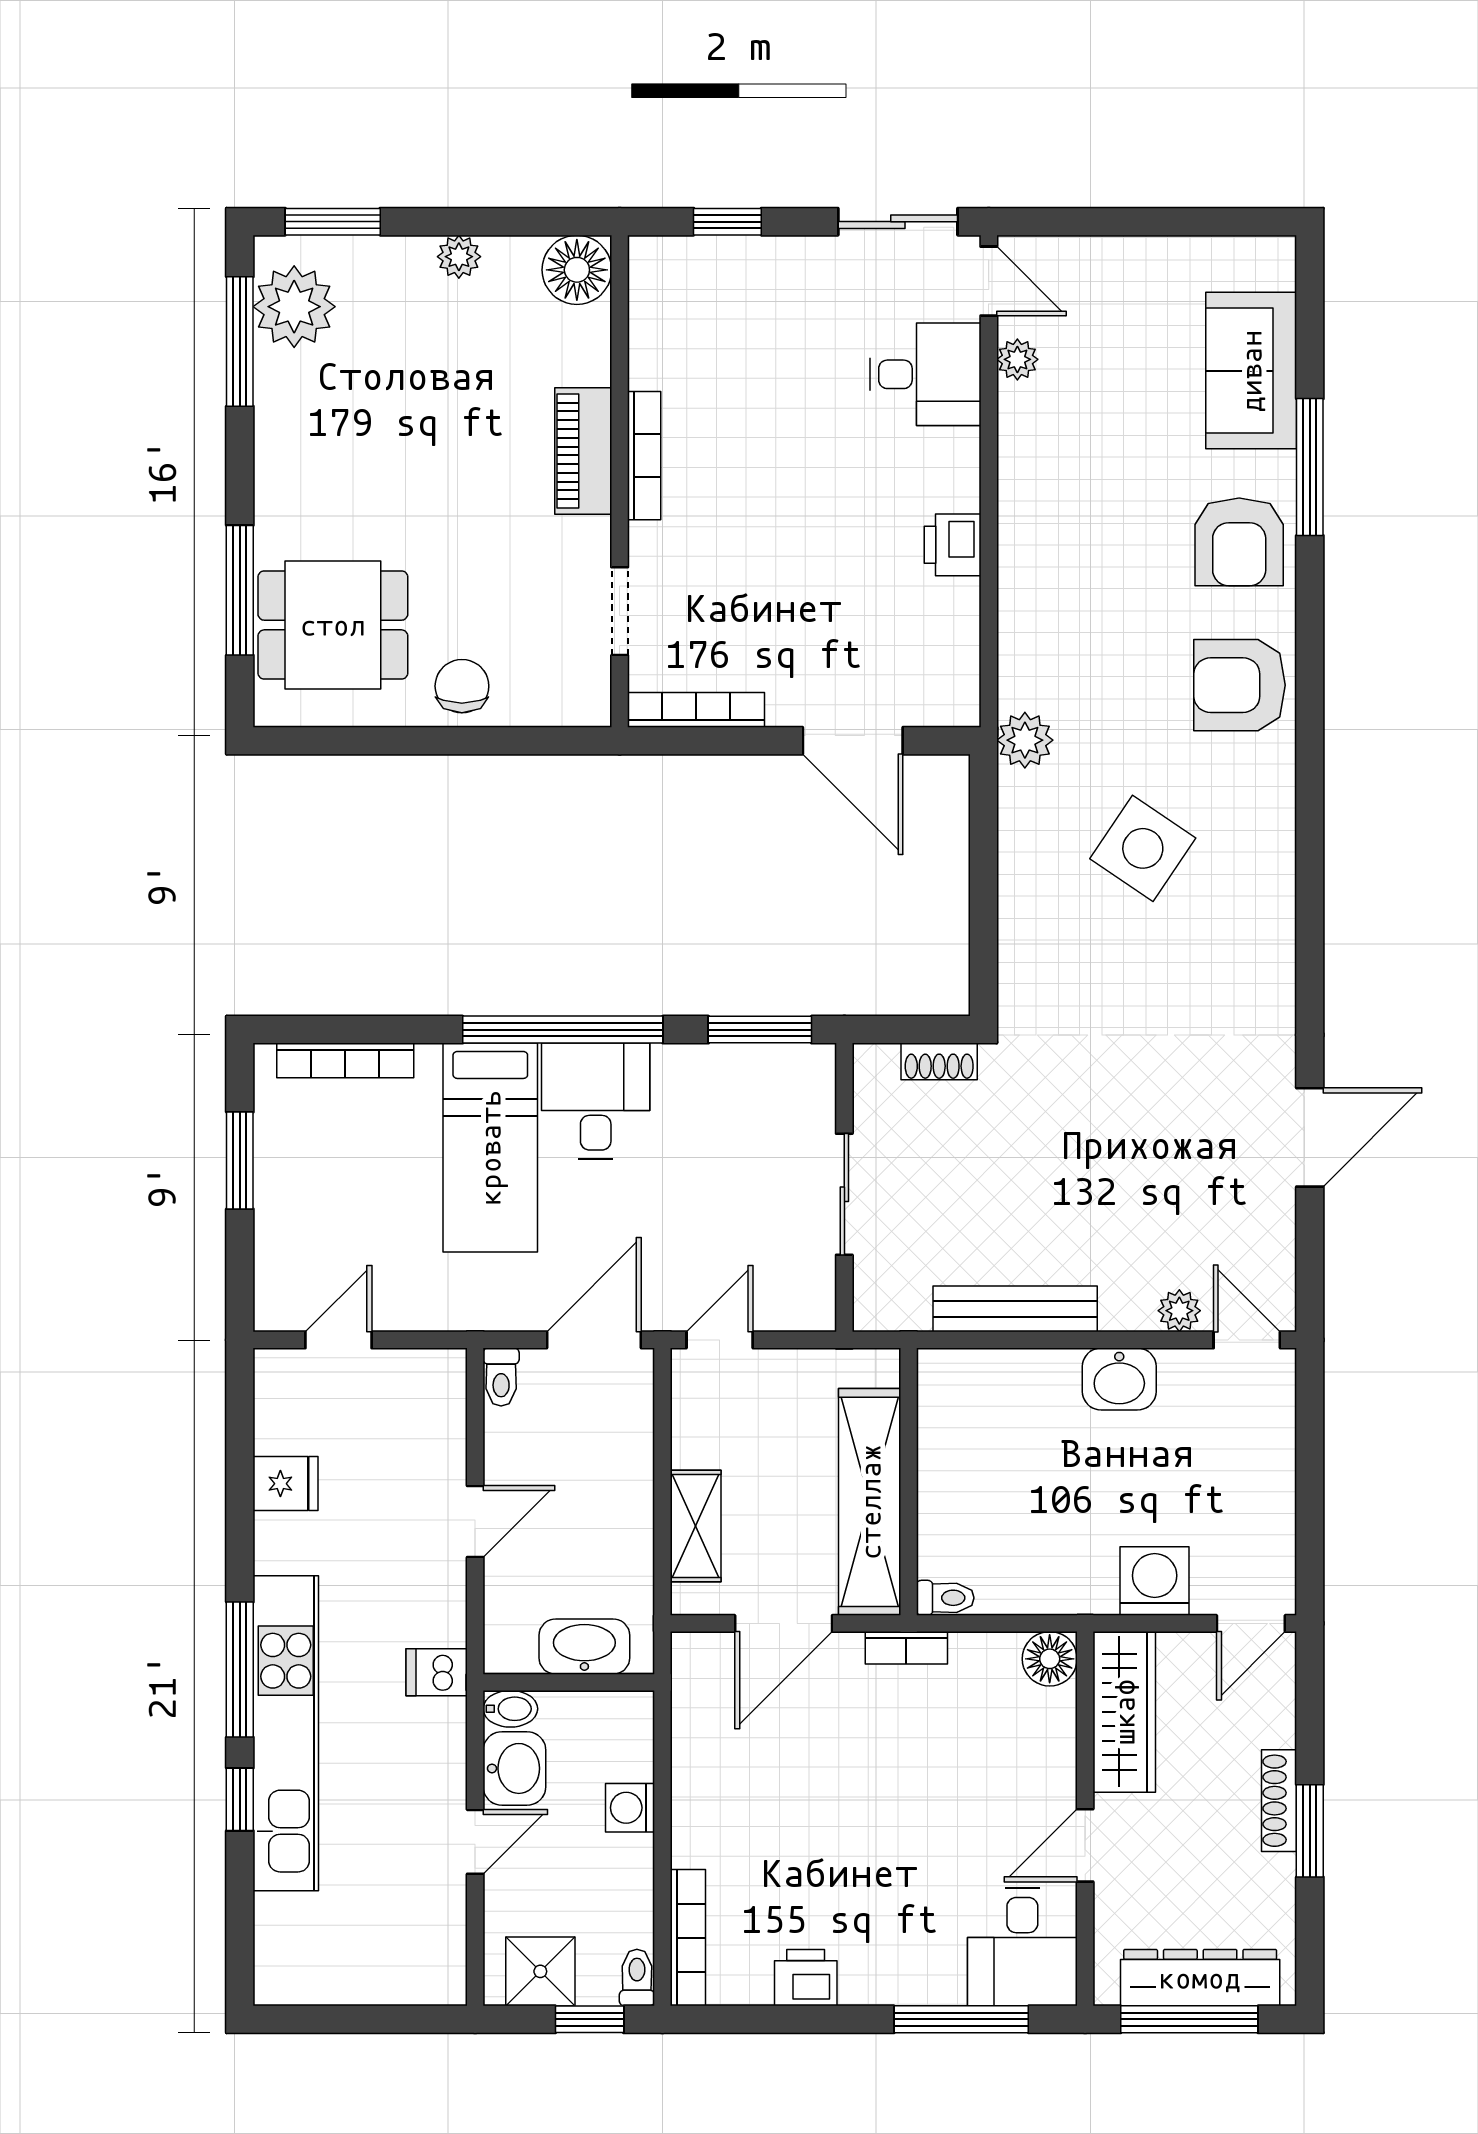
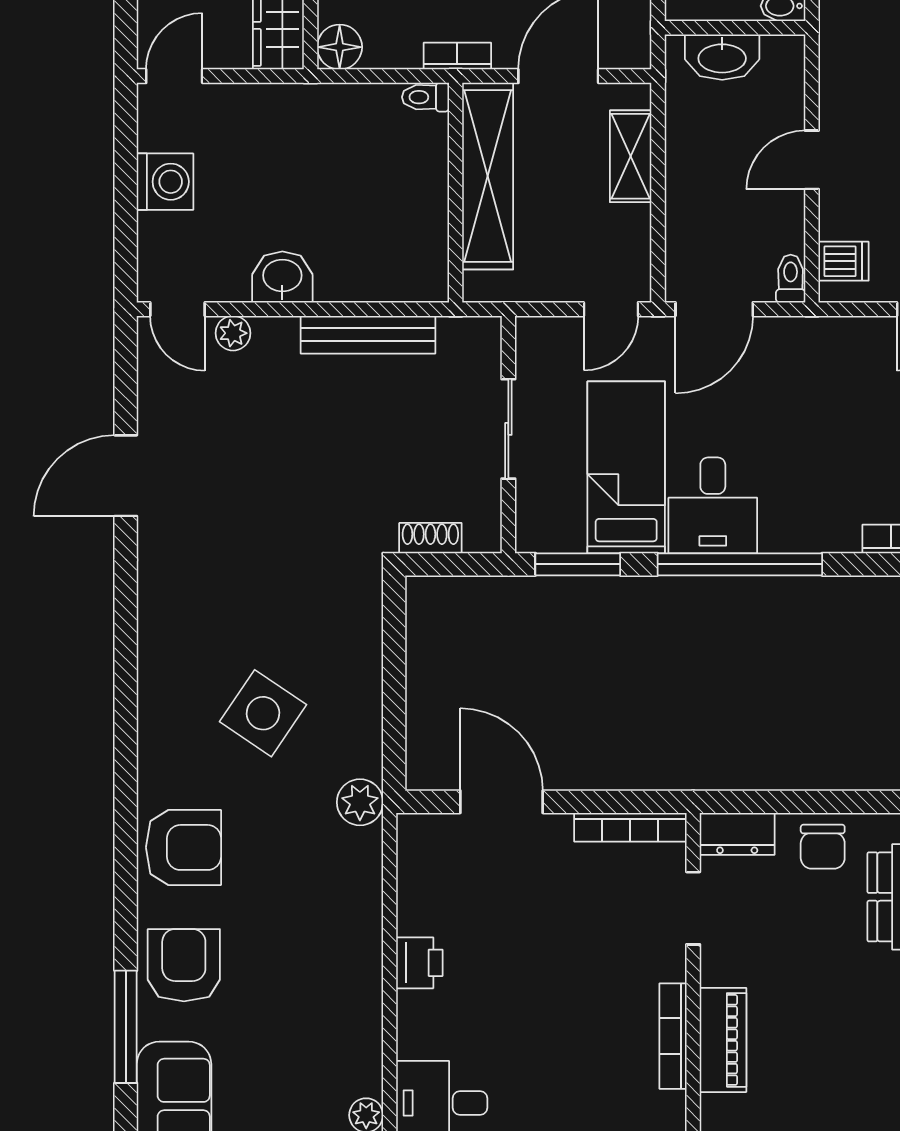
dresser: (566, 702) -> (737, 834), added
bed: (490, 1148) -> (626, 467), moved
washing machine: (1155, 1581) -> (165, 182), moved, turned -90
dishwasher: (437, 1672) -> (844, 261), moved

